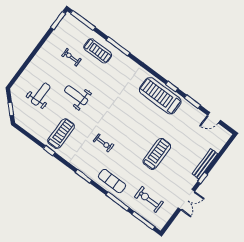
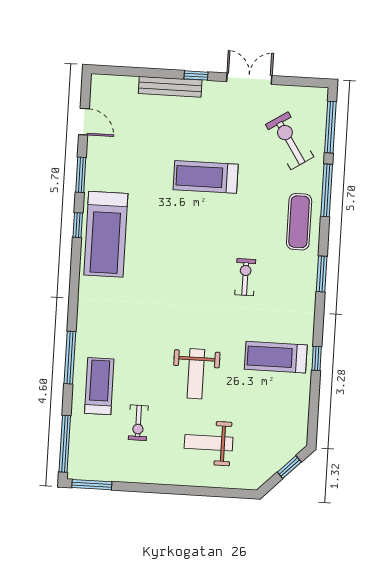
weight bench: (41, 94) -> (209, 443), moved
exercise bike: (149, 199) -> (290, 141), turned 147

